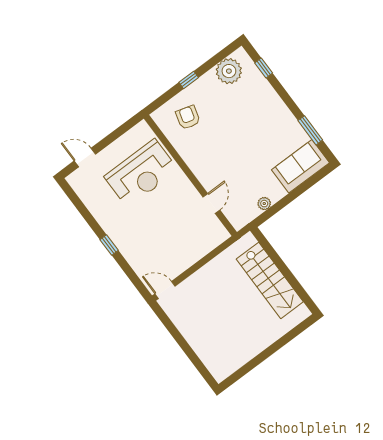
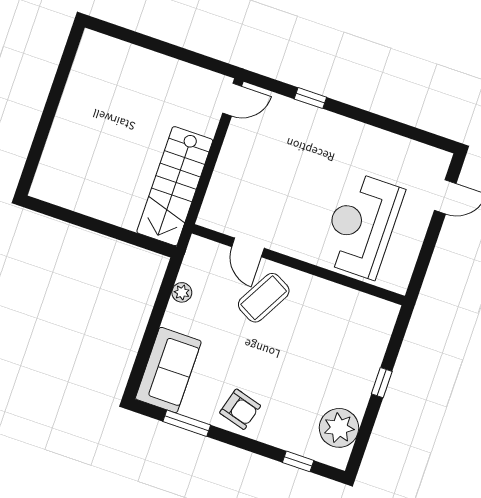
armchair: (188, 117) -> (240, 409), moved
coffee table: (222, 170) -> (264, 298), added
window: (109, 245) -> (310, 98), moved
stairs: (270, 280) -> (175, 186), moved, turned -90

